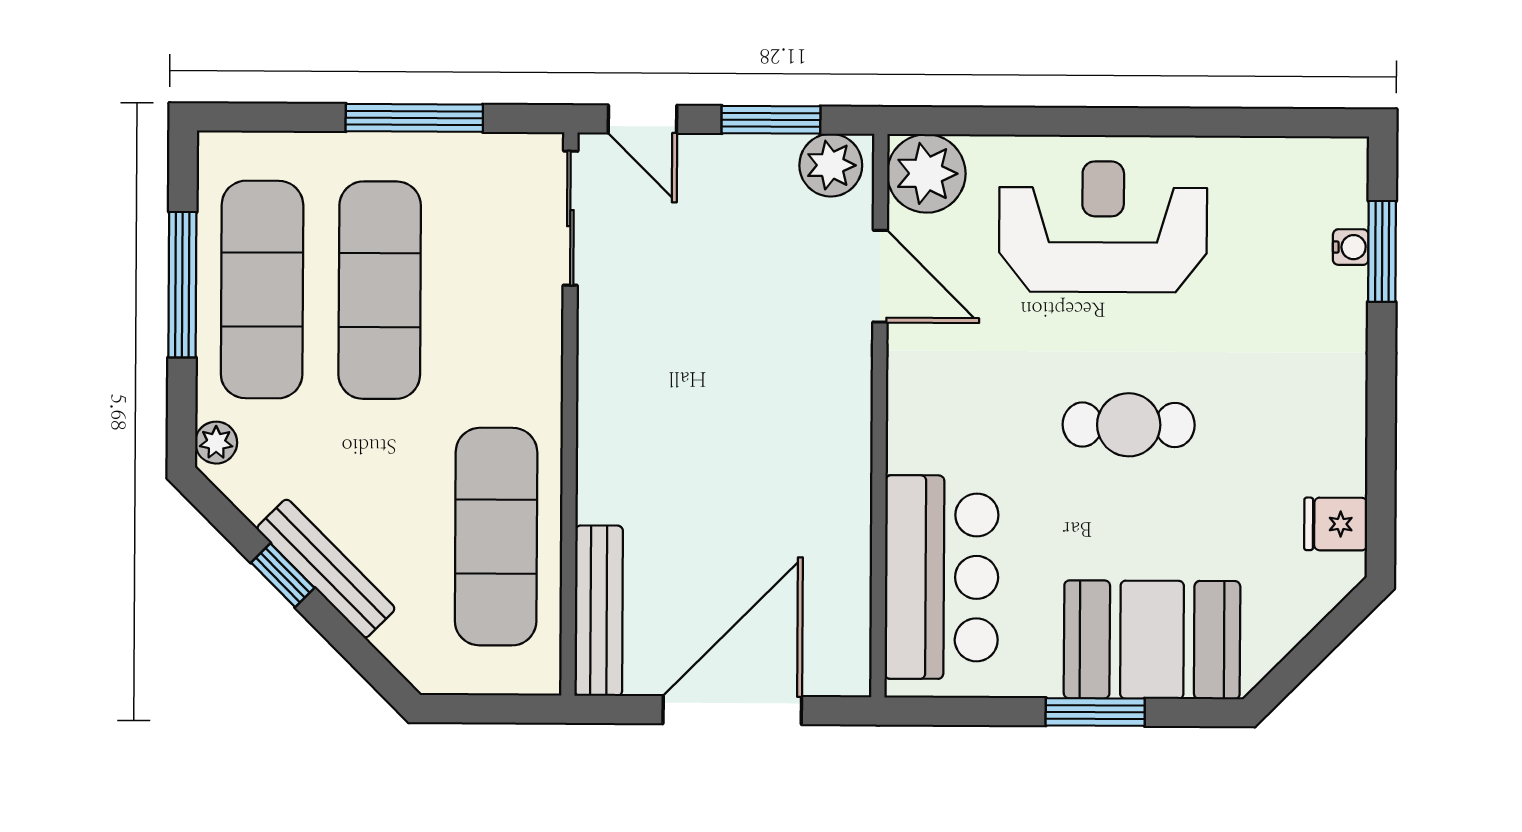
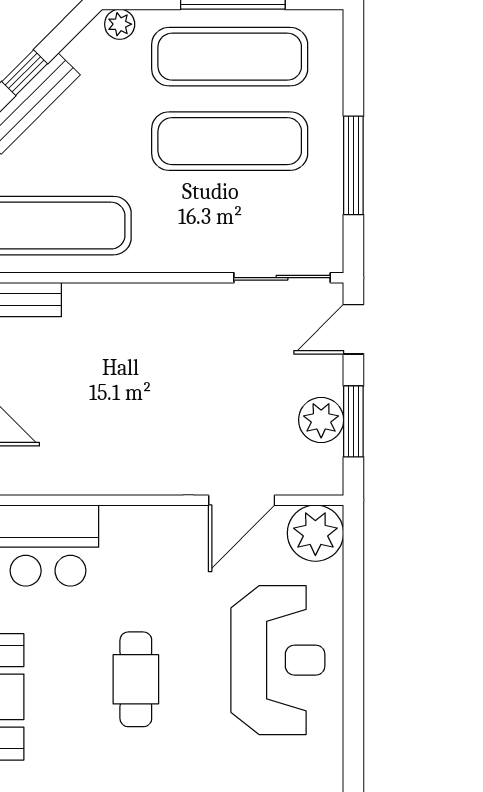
plant: (831, 165) -> (321, 420), moved

